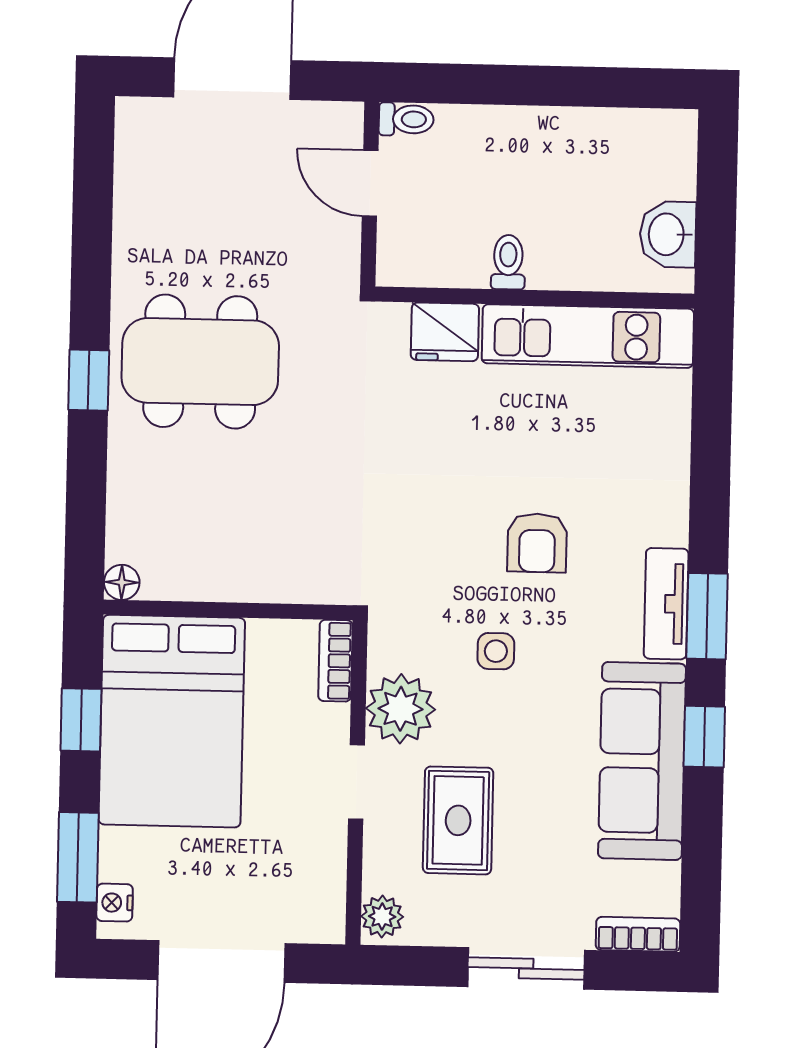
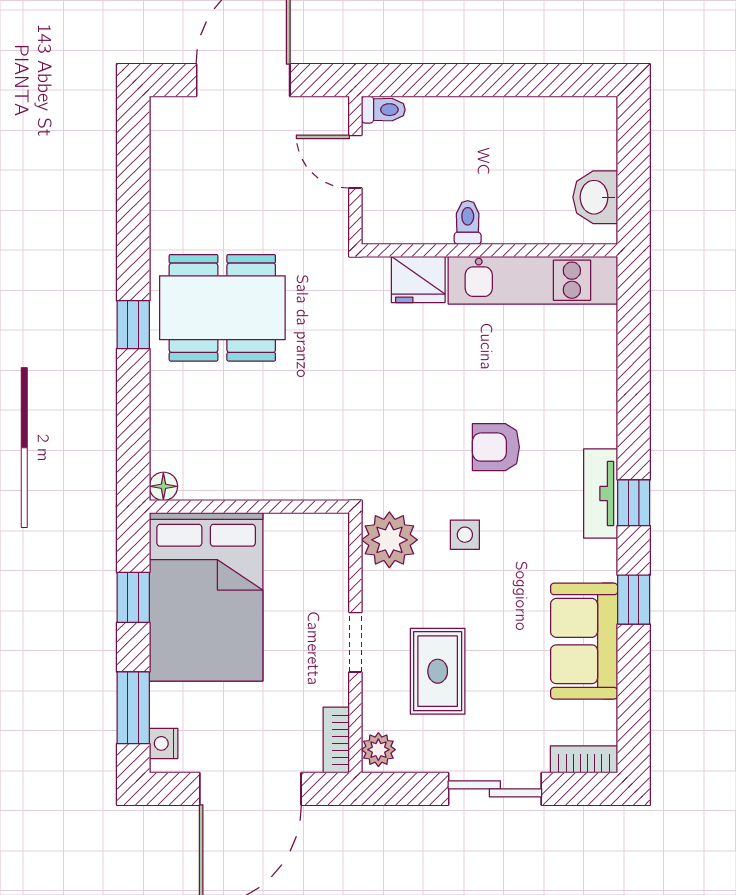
armchair: (537, 543) -> (496, 447), turned 90
window: (707, 616) -> (634, 503), width x0.67
bookcase: (335, 661) -> (336, 740), moved
plant: (401, 709) -> (389, 540), moved
sofa: (642, 761) -> (584, 641), width x0.73

